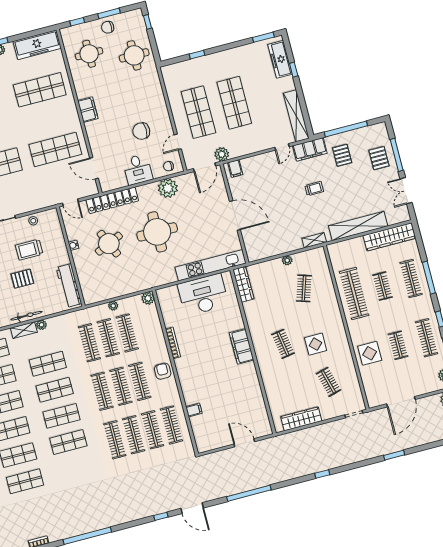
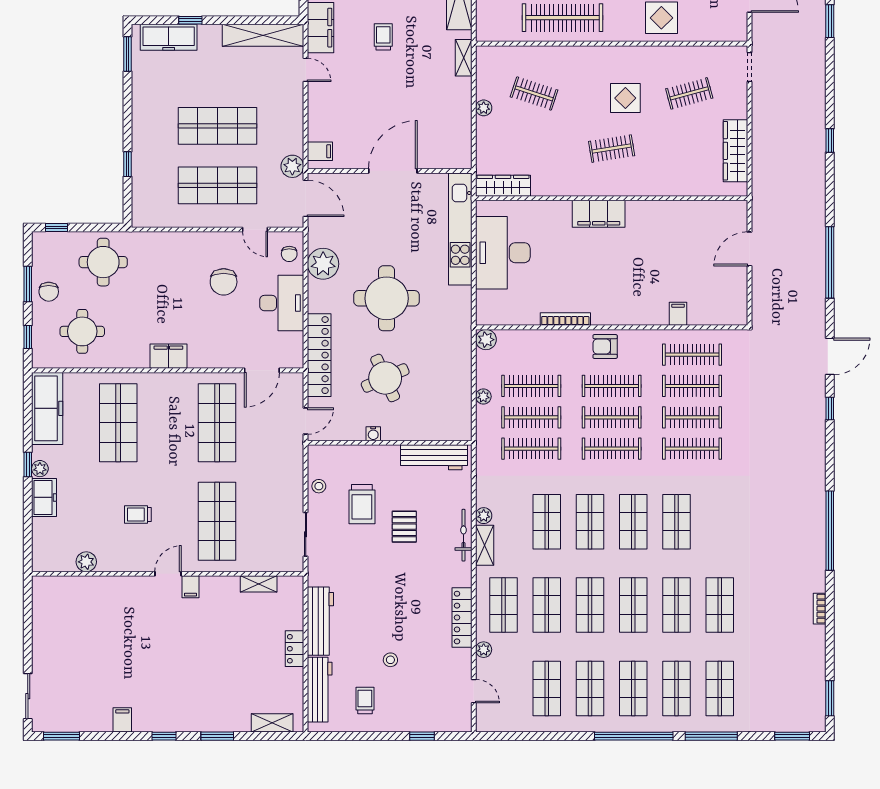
desk: (138, 169) -> (282, 303), width x1.37

